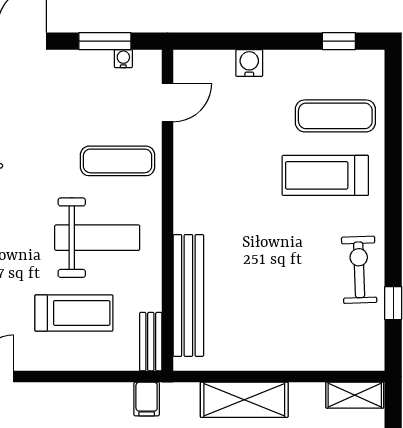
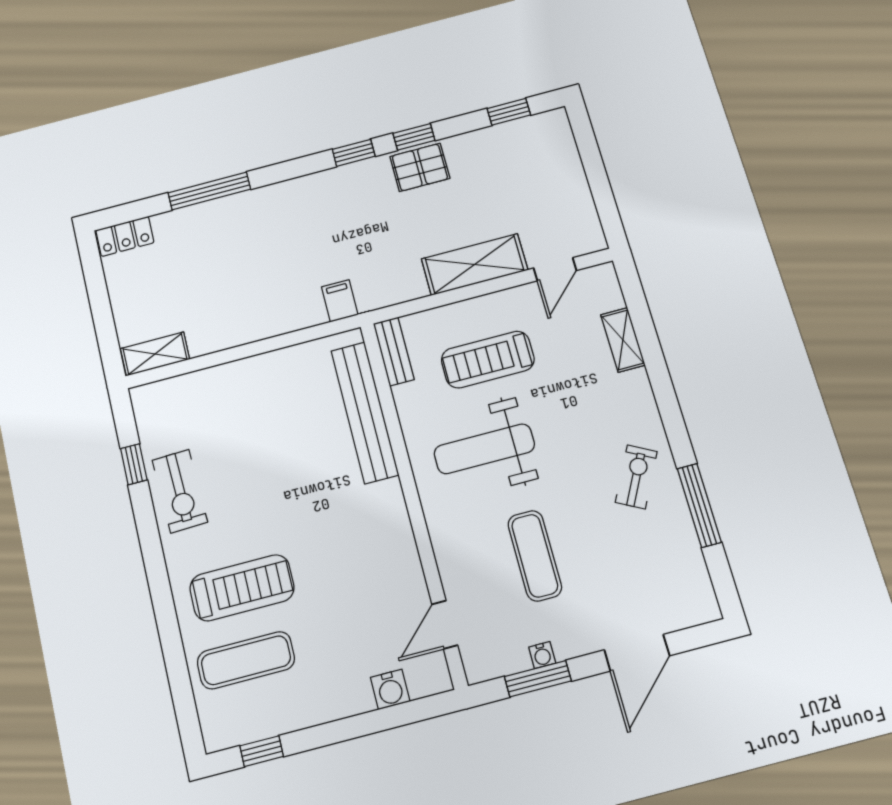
water cooler: (123, 59) -> (542, 655), moved
water cooler: (249, 63) -> (390, 689), moved
exercise mat: (118, 161) -> (535, 556), moved, turned 90
filing cabinet: (147, 399) -> (340, 301), moved
shelving: (244, 400) -> (474, 264), moved

